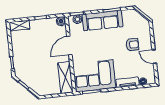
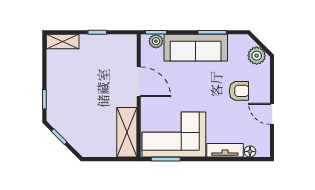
boiler: (61, 21) -> (130, 41), removed
plant: (141, 22) -> (257, 56), added
door: (69, 46) -> (139, 82), swing flipped

